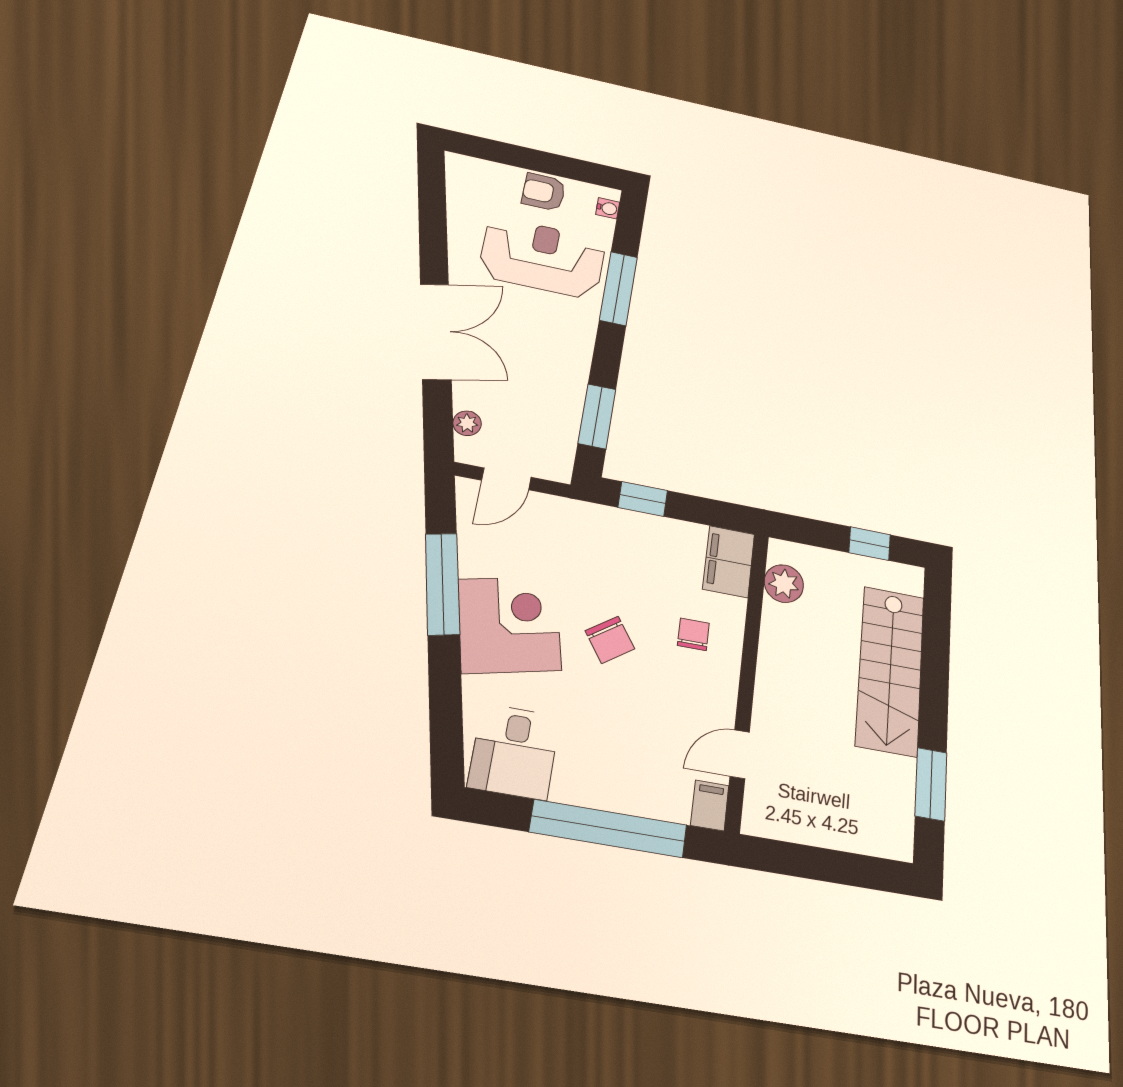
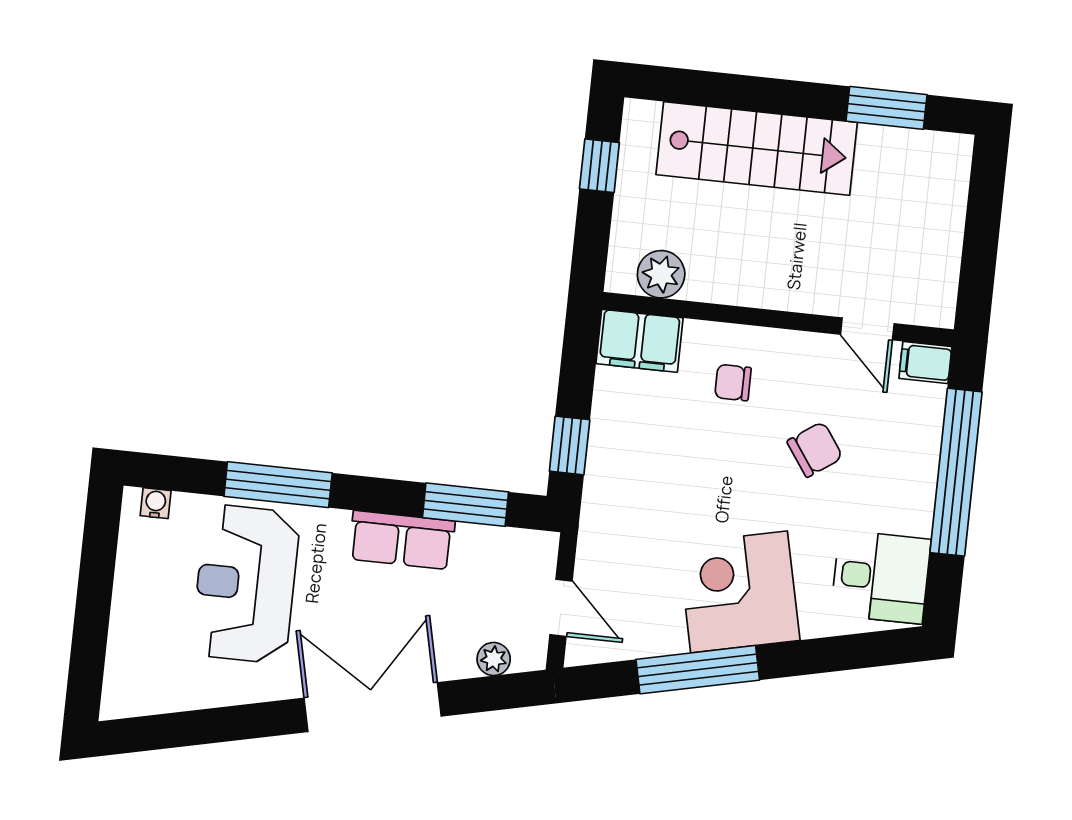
armchair: (544, 192) -> (143, 588), removed
row of seats: (571, 367) -> (402, 540), added
chair: (610, 640) -> (815, 449), moved

